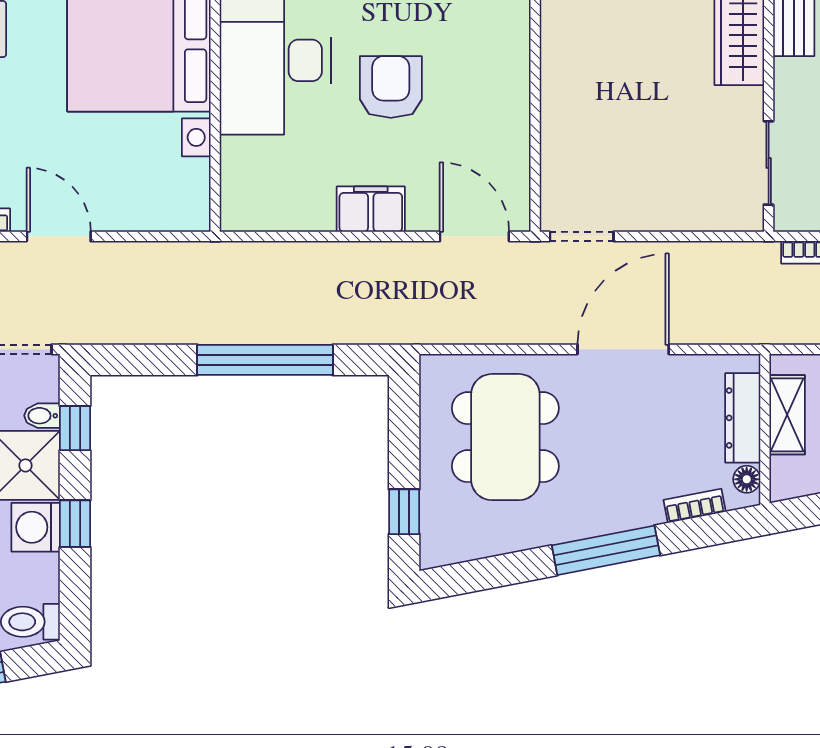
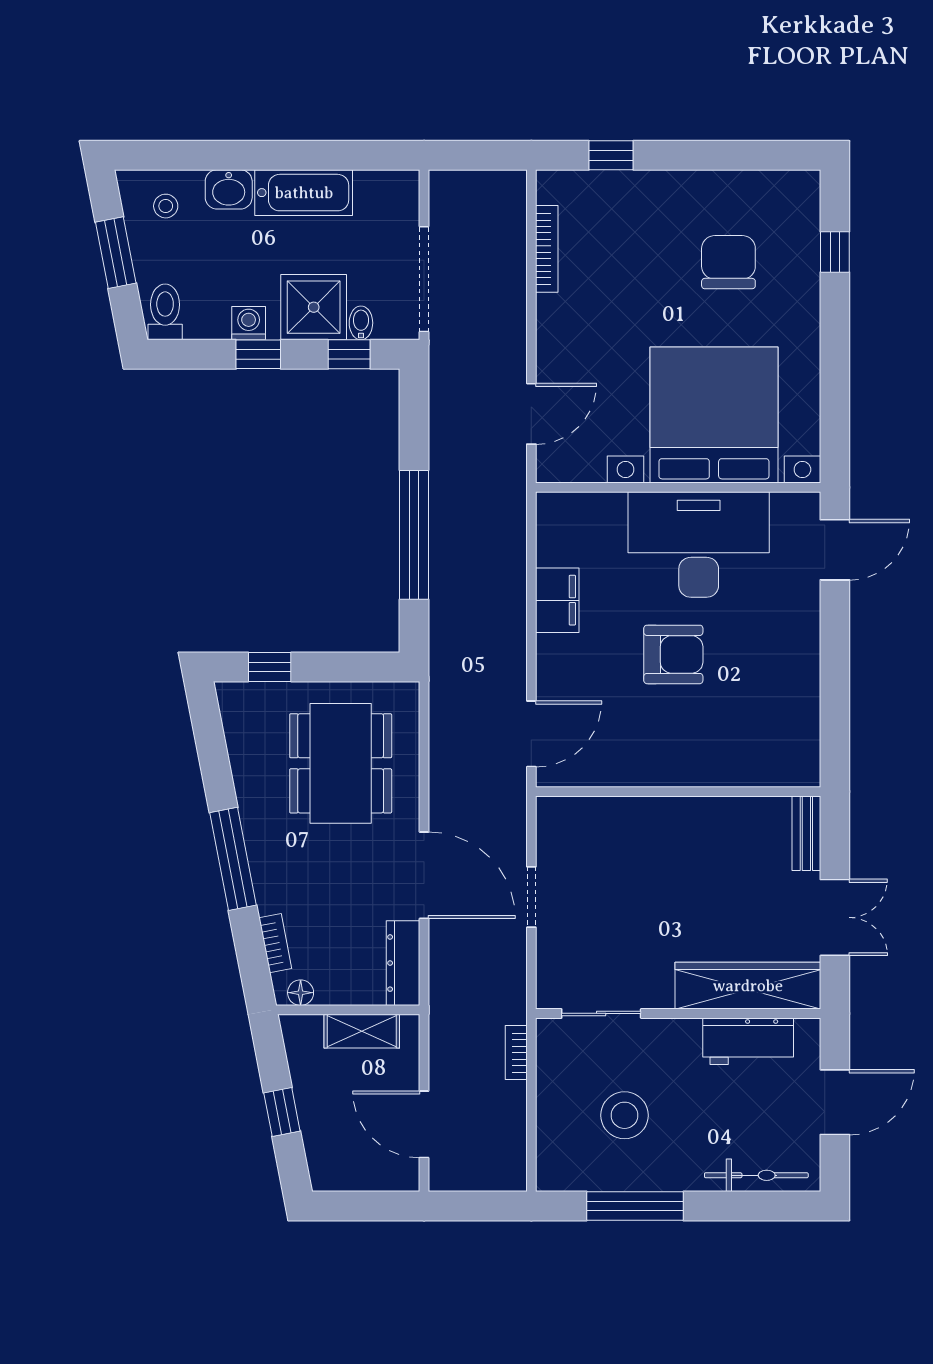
filing cabinet: (371, 209) -> (557, 600), moved
door: (59, 236) -> (531, 414), moved
doorway: (582, 236) -> (531, 897), moved
dresser: (743, 418) -> (403, 963), moved, turned -90
dining table: (505, 437) -> (341, 763), turned 90
washing machine: (36, 527) -> (249, 323), width x0.73, depth x0.73

